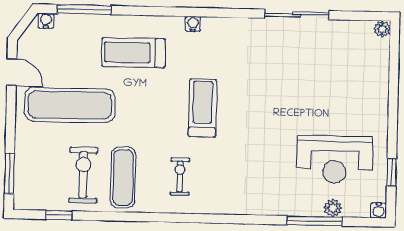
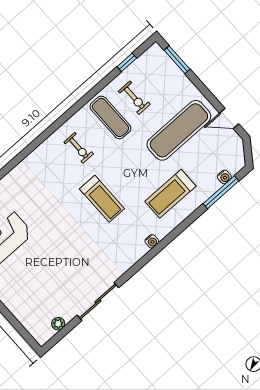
water cooler: (46, 21) -> (224, 177), moved
plant: (382, 29) -> (58, 324), moved
treadmill: (133, 53) -> (170, 194), turned 180
exercise bike: (83, 175) -> (134, 98), width x0.73, depth x0.72

